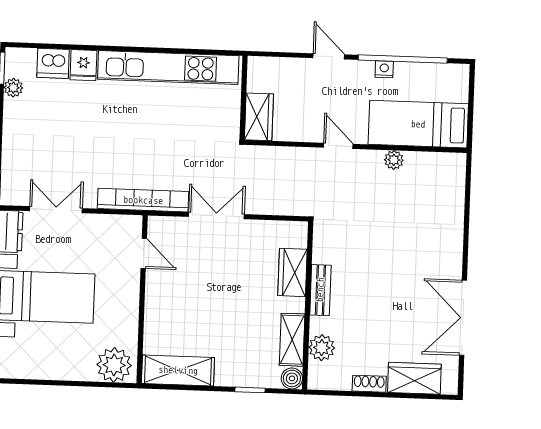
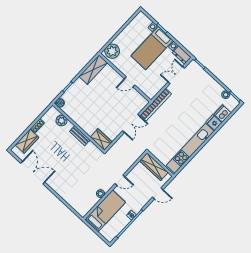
door: (329, 56) -> (158, 193), moved
wardrobe: (259, 117) -> (154, 167), width x1.50
double door: (56, 210) -> (176, 75), swing flipped
door: (144, 253) -> (130, 82), moved
wardrobe: (293, 272) -> (101, 140), moved
shelving: (292, 340) -> (72, 113), removed

